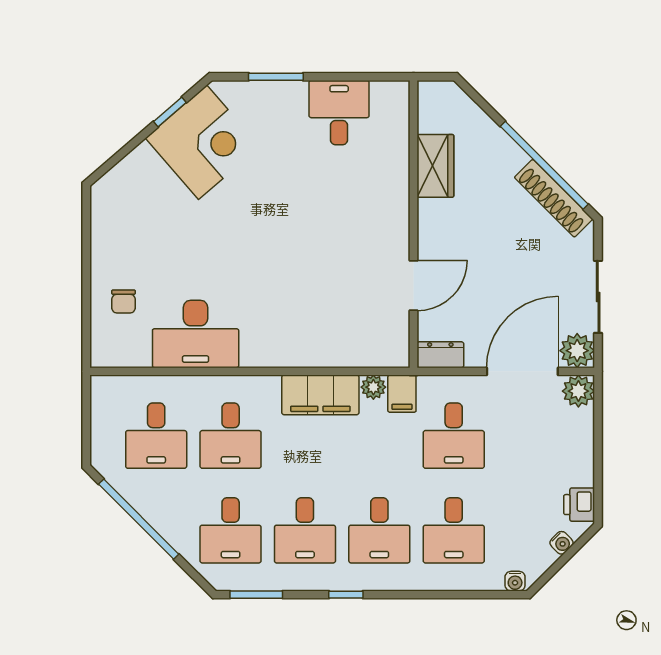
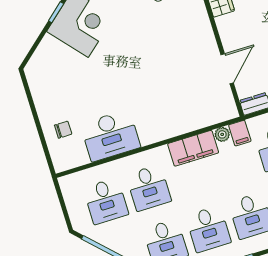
chair: (124, 301) -> (63, 130), turned -90

